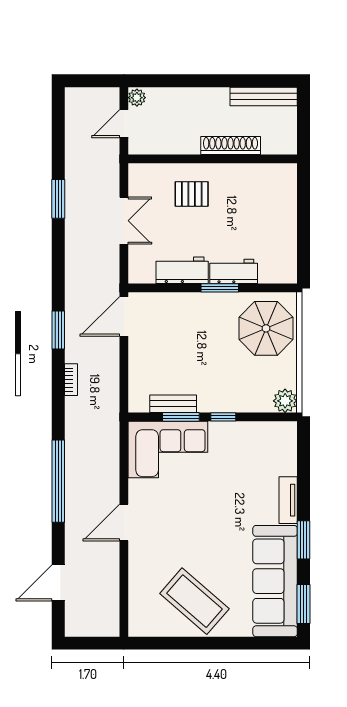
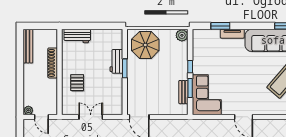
workbench: (182, 270) -> (77, 36), moved, turned -90
window: (304, 540) -> (220, 26), moved

